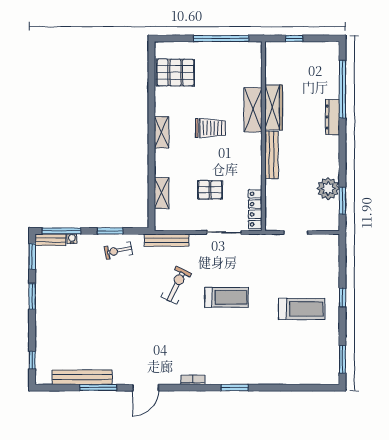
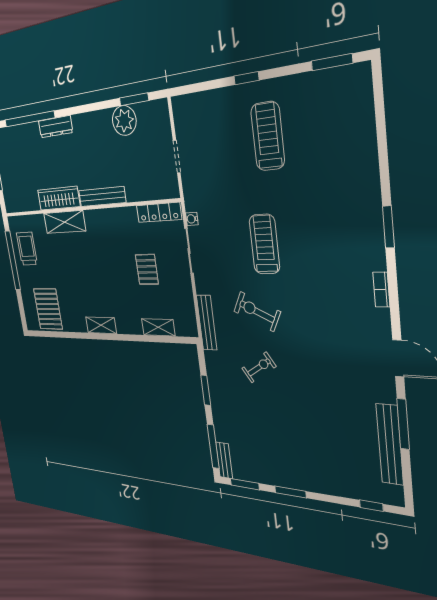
trolley: (211, 128) -> (27, 249), moved
water cooler: (72, 239) -> (192, 219), moved
exercise bike: (118, 251) -> (259, 367), moved, turned -112

